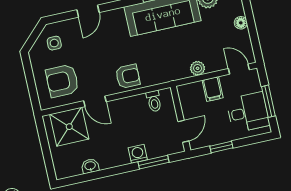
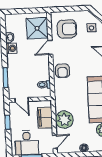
plant: (198, 68) -> (64, 120), width x1.88, depth x1.88
armchair: (62, 81) -> (67, 29), turned 90
filing cabinet: (213, 89) -> (45, 118), width x2.00
washing machine: (138, 154) -> (11, 48), moved

